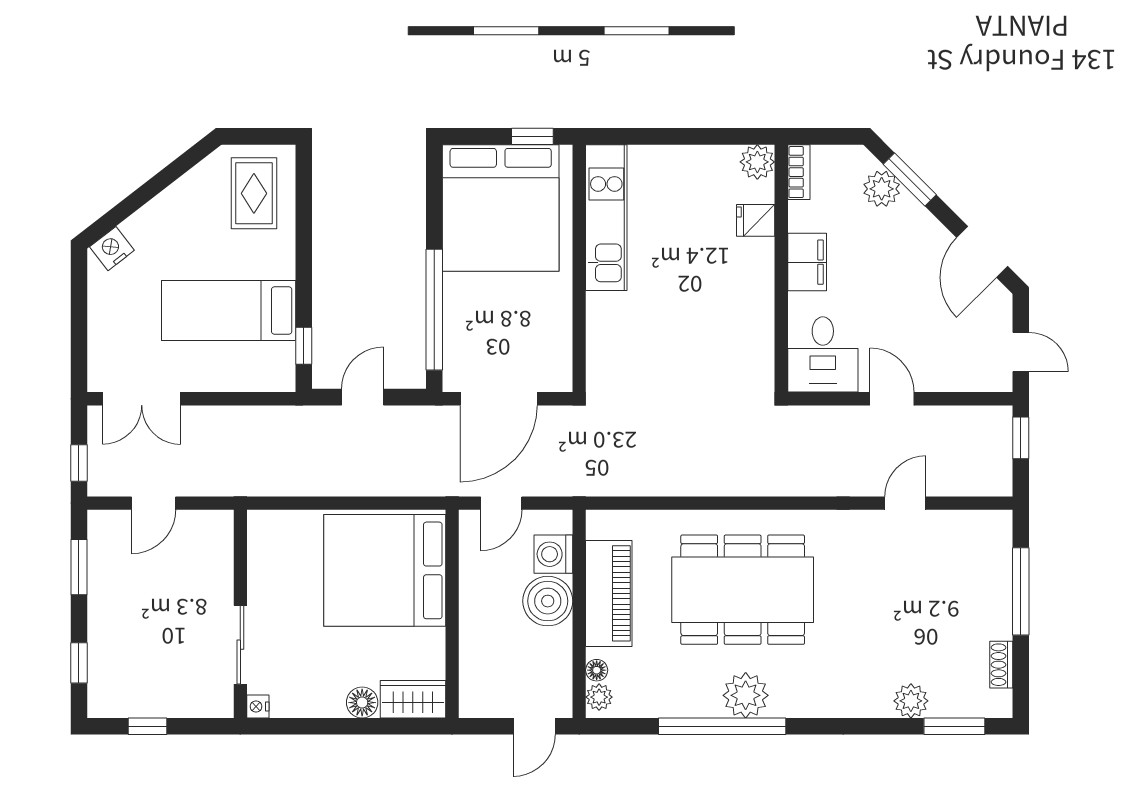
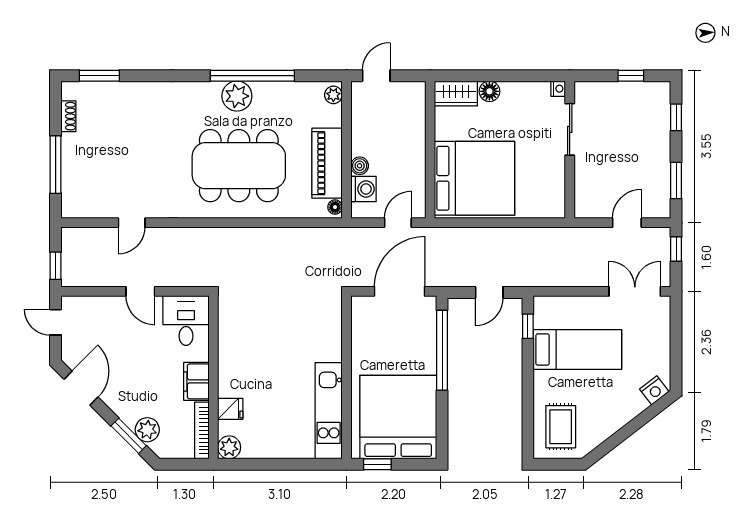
bookcase: (799, 172) -> (202, 431), width x1.56
boiler: (548, 601) -> (360, 166), width x0.54, depth x0.54
floor lamp: (597, 670) -> (335, 207), moved
plant: (911, 701) -> (128, 92), removed

